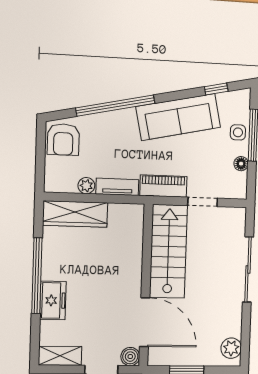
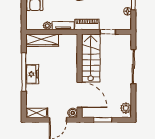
freezer: (53, 300) -> (32, 74), moved

